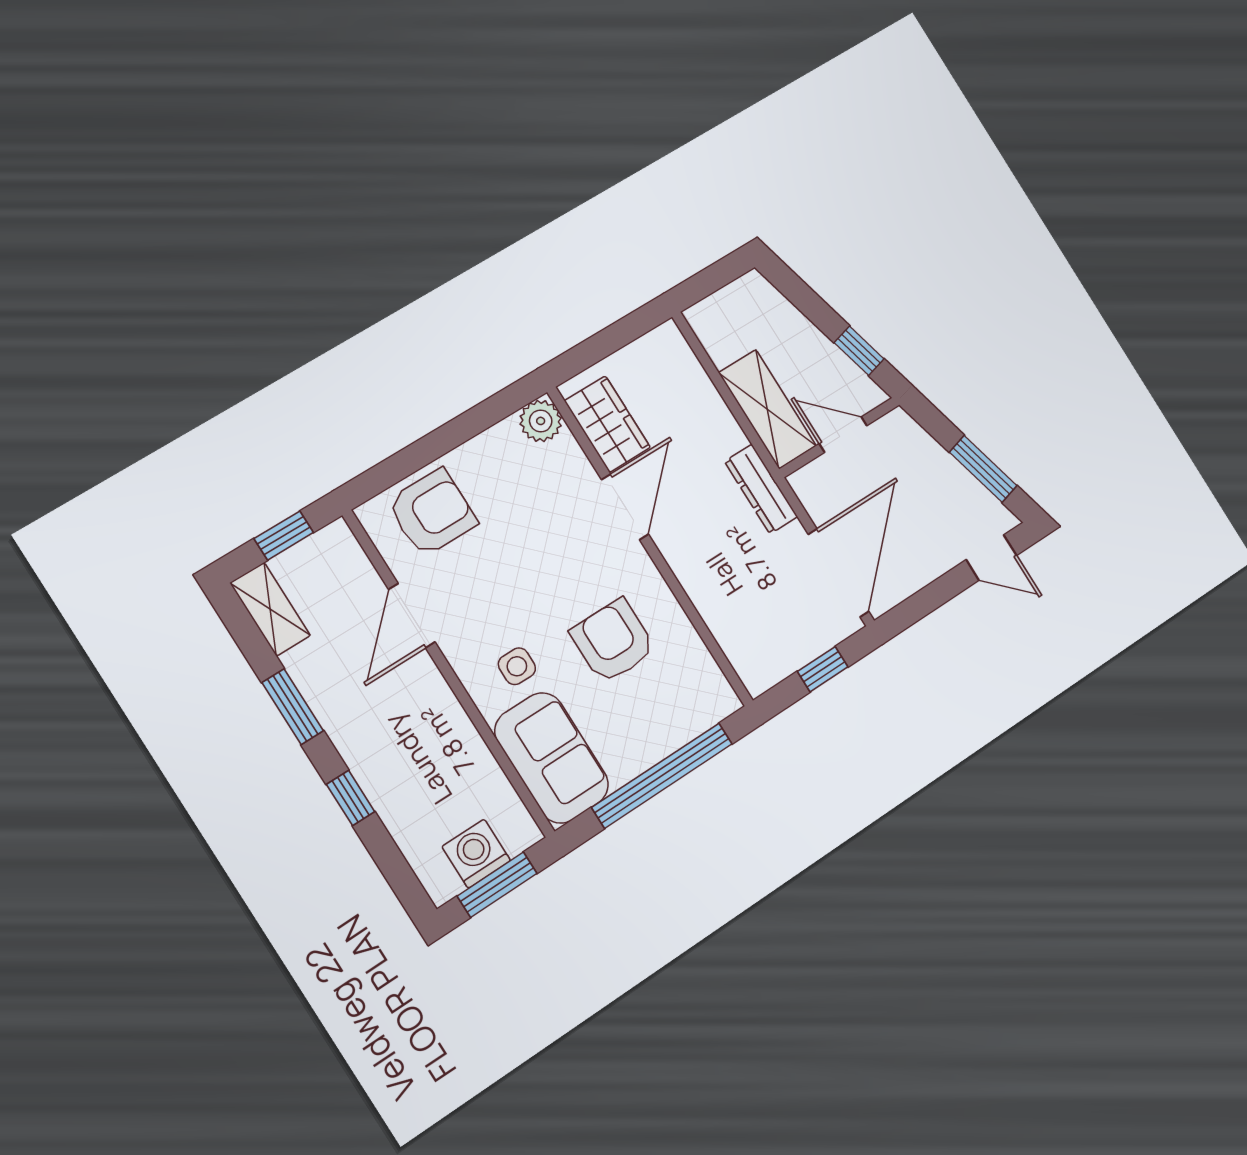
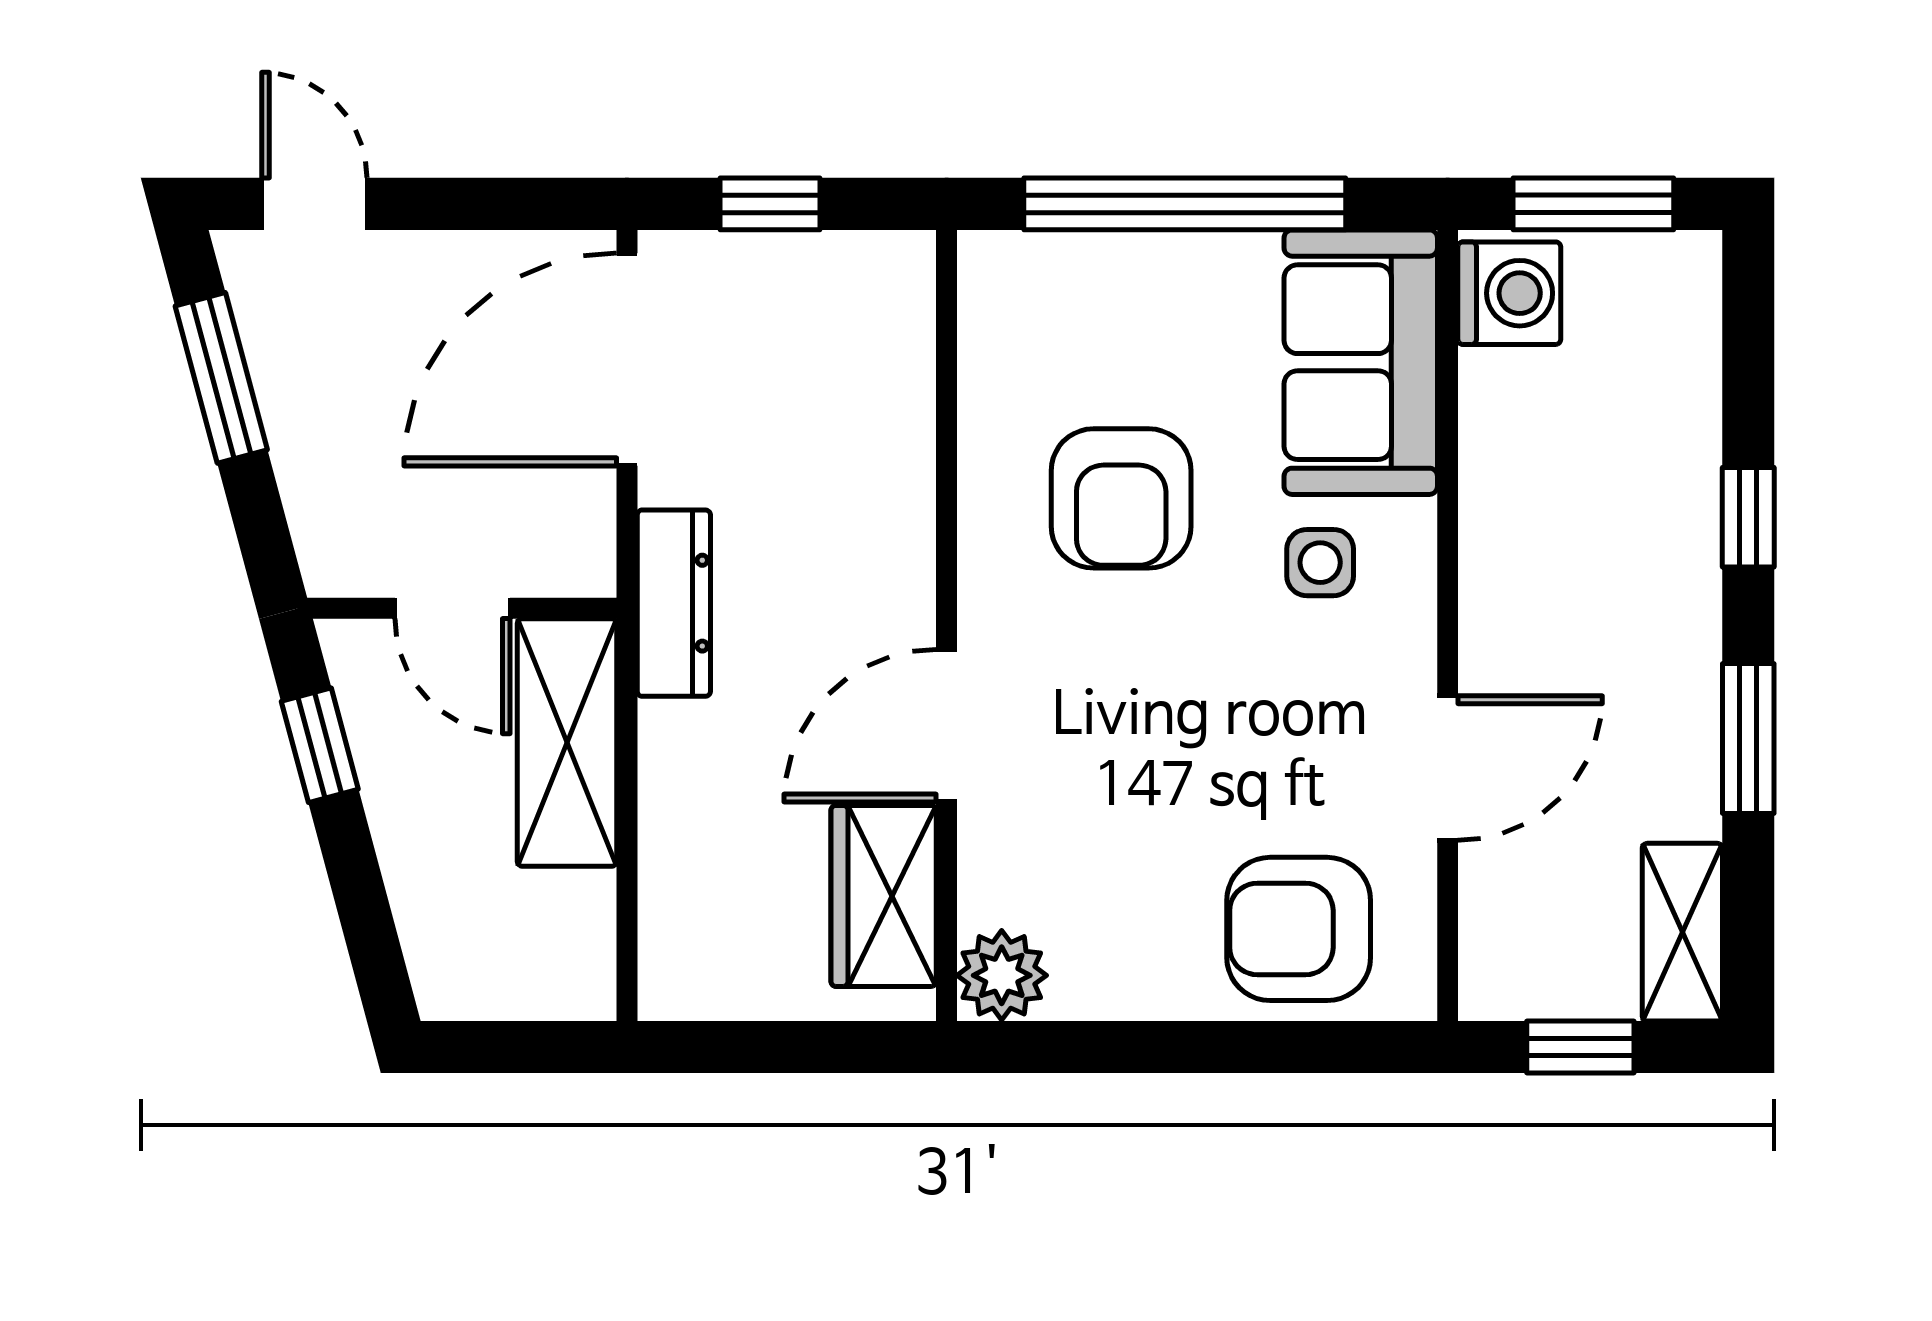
washing machine: (476, 854) -> (1509, 293), moved, turned -90

